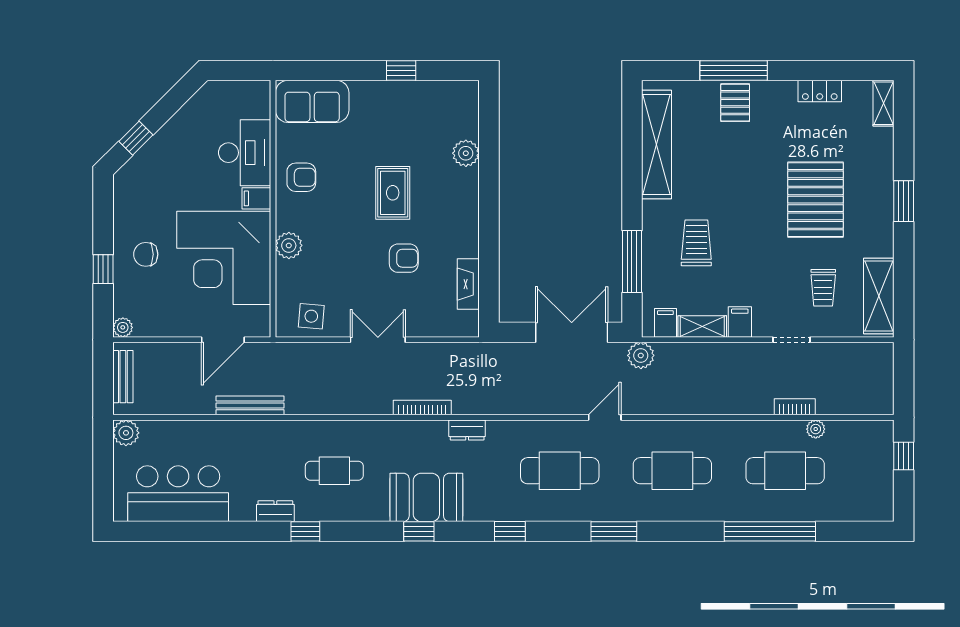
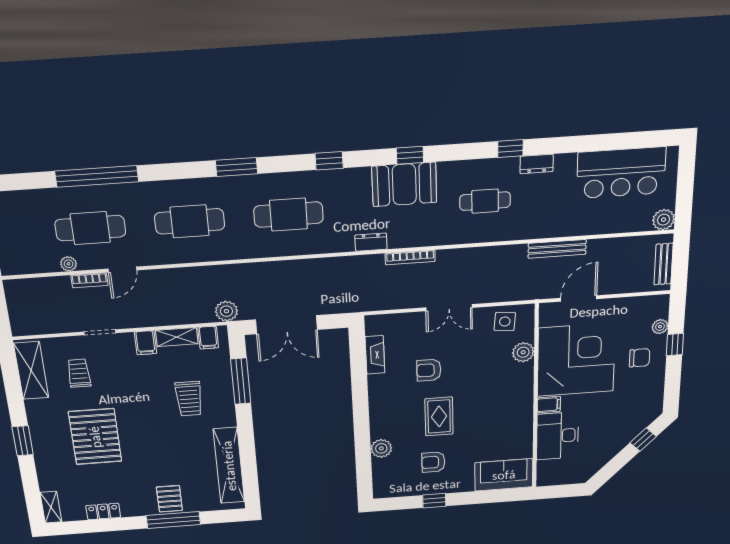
armchair: (301, 177) -> (433, 462), moved
plant: (289, 245) -> (523, 352), moved
plant: (123, 327) -> (660, 327), moved
door: (605, 417) -> (122, 270), moved

